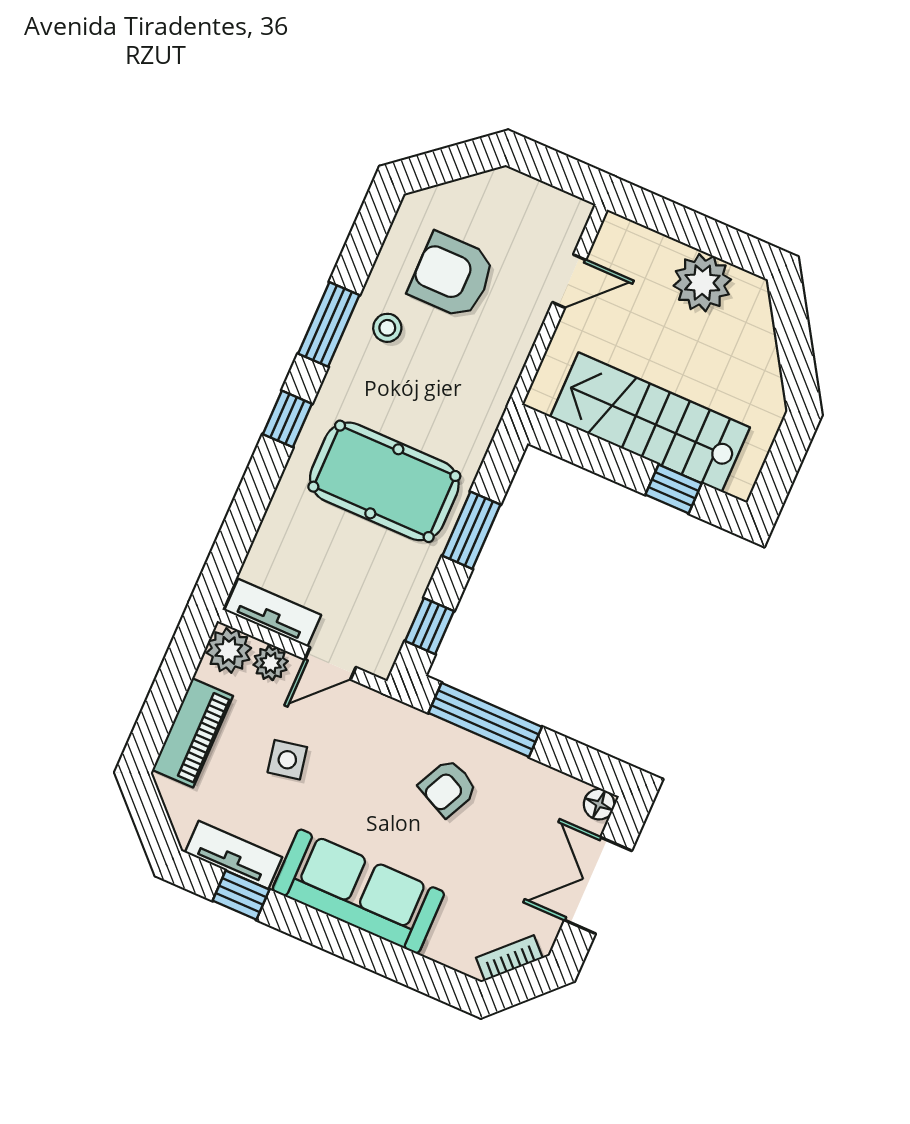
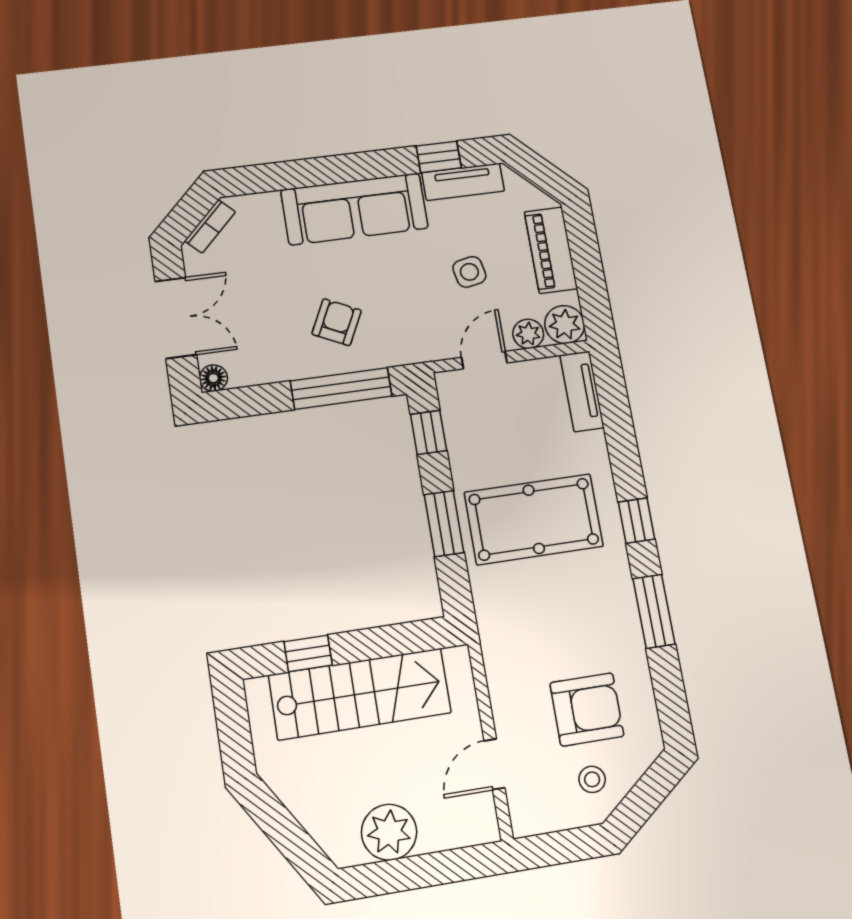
stool: (387, 328) -> (592, 779), moved
tv unit: (273, 613) -> (582, 391), moved, turned 90

